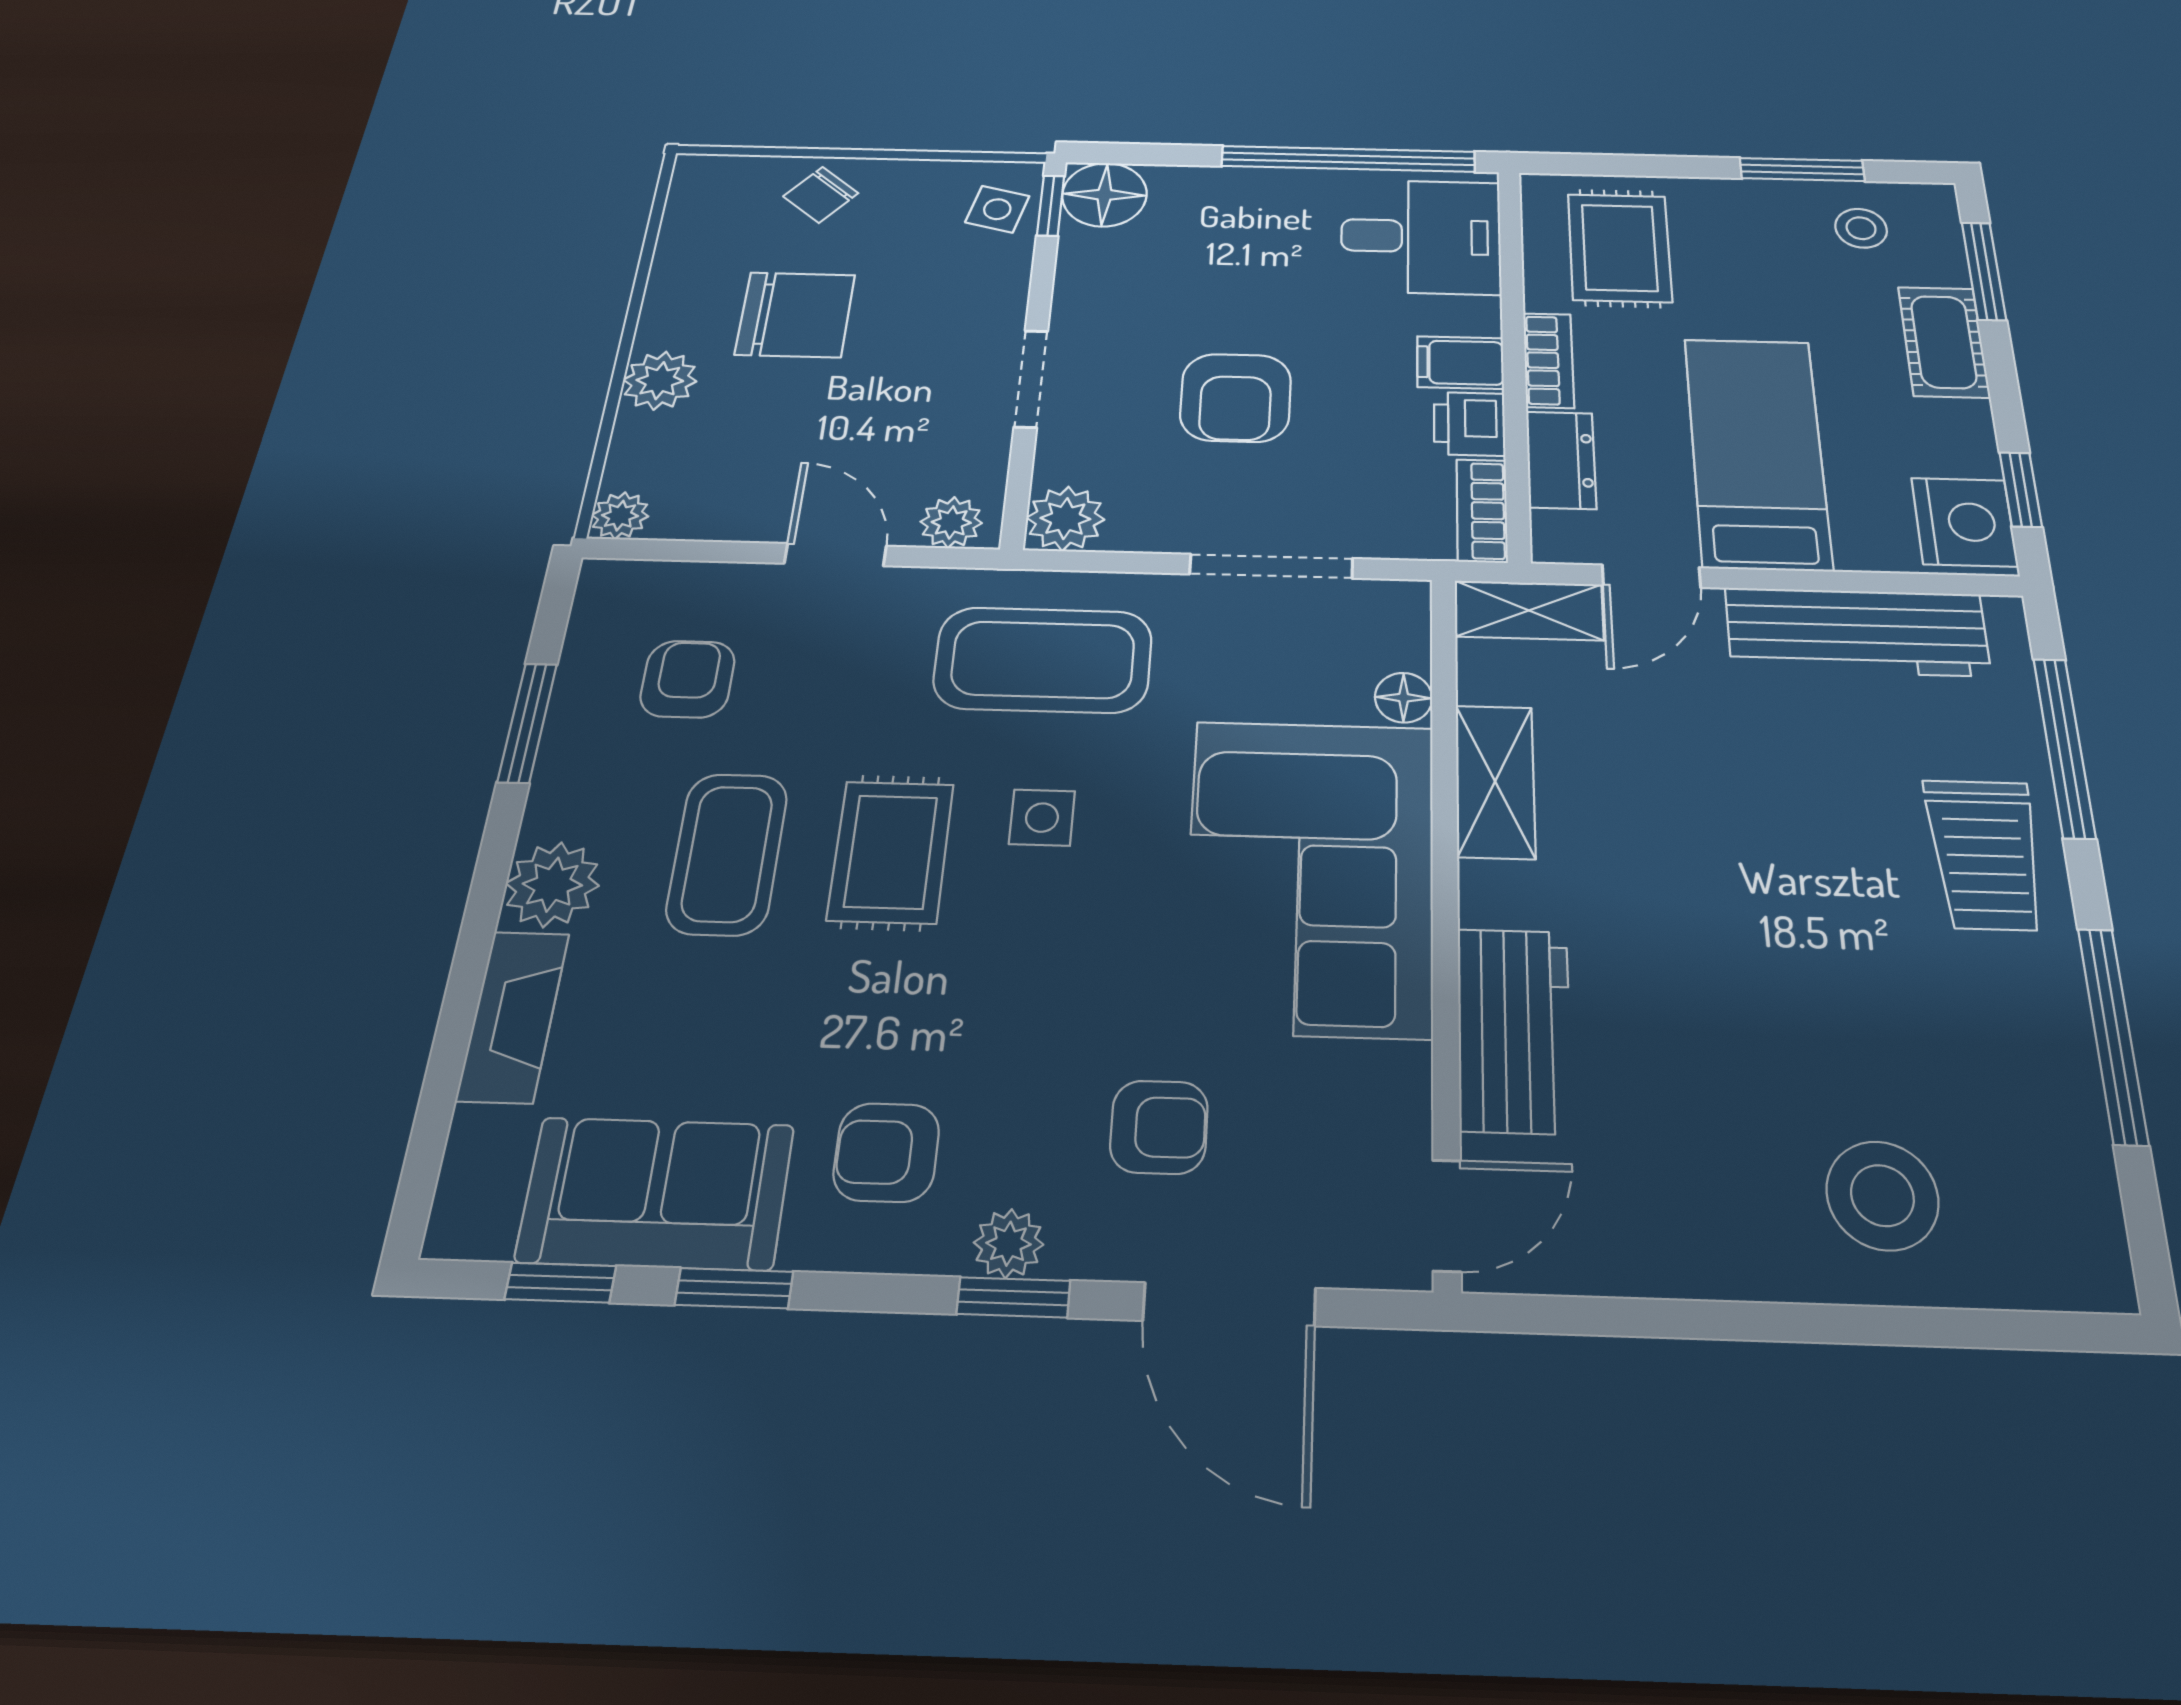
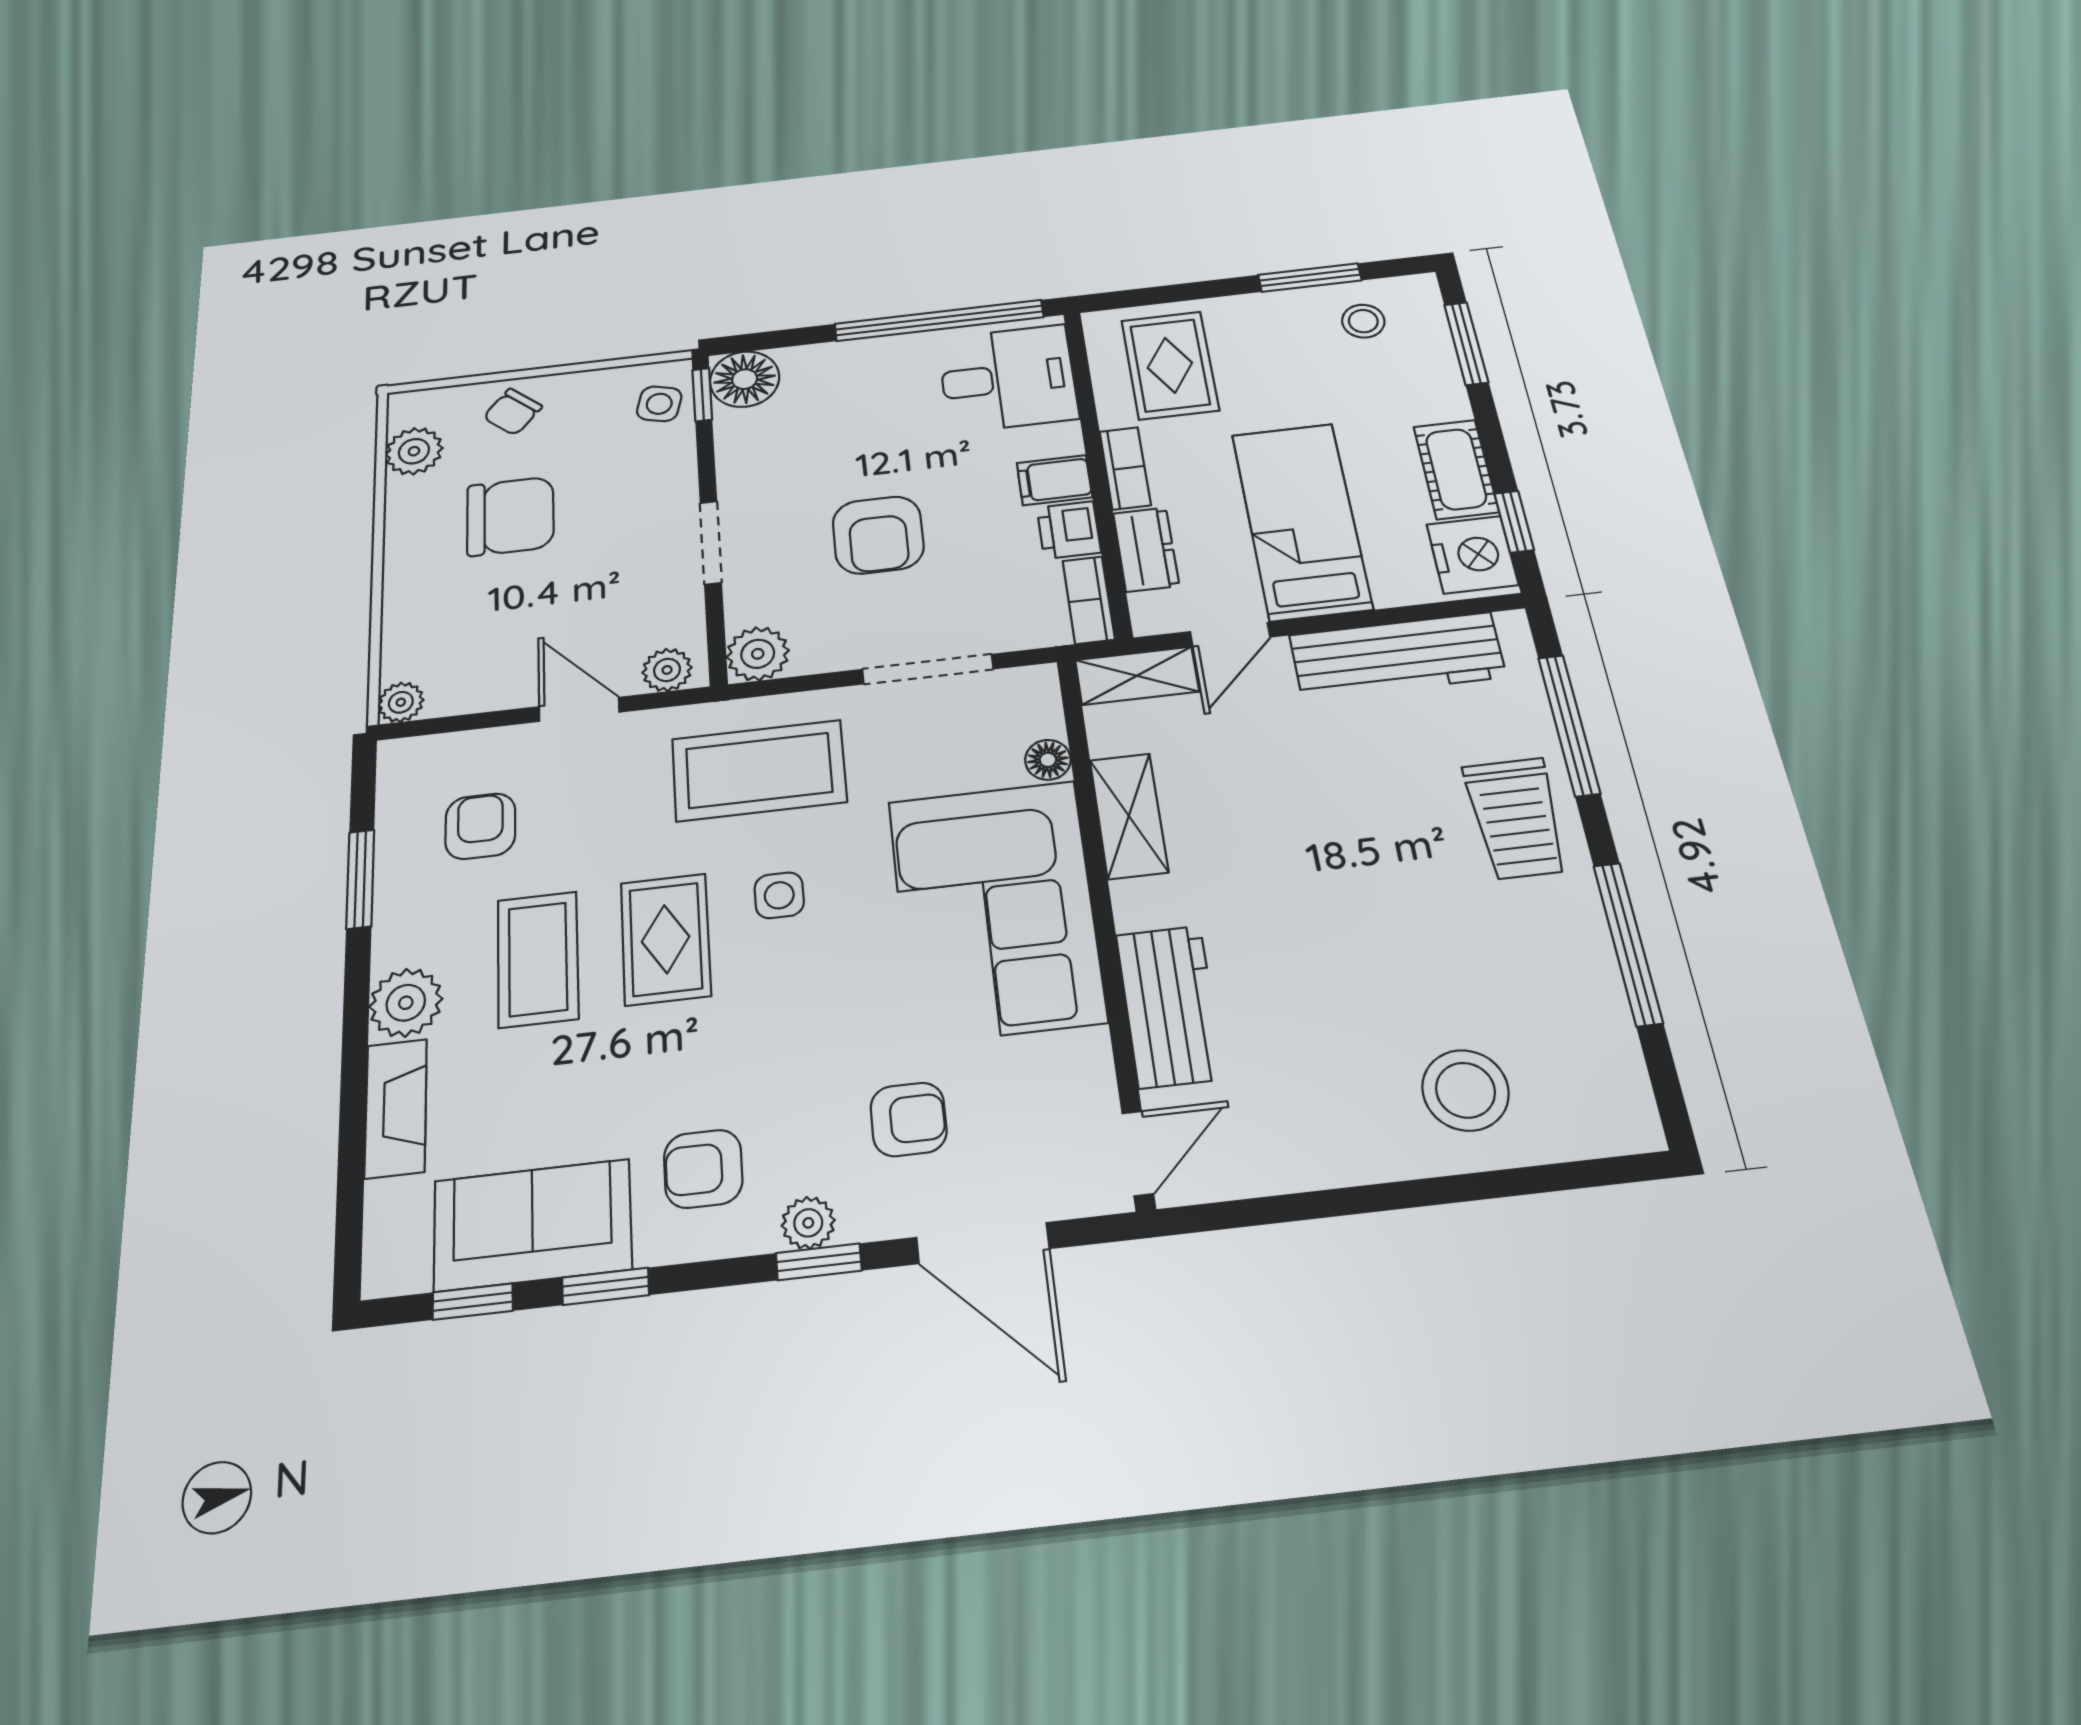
cot: (1944, 342) -> (1456, 469), moved
plant: (660, 381) -> (414, 451), moved

